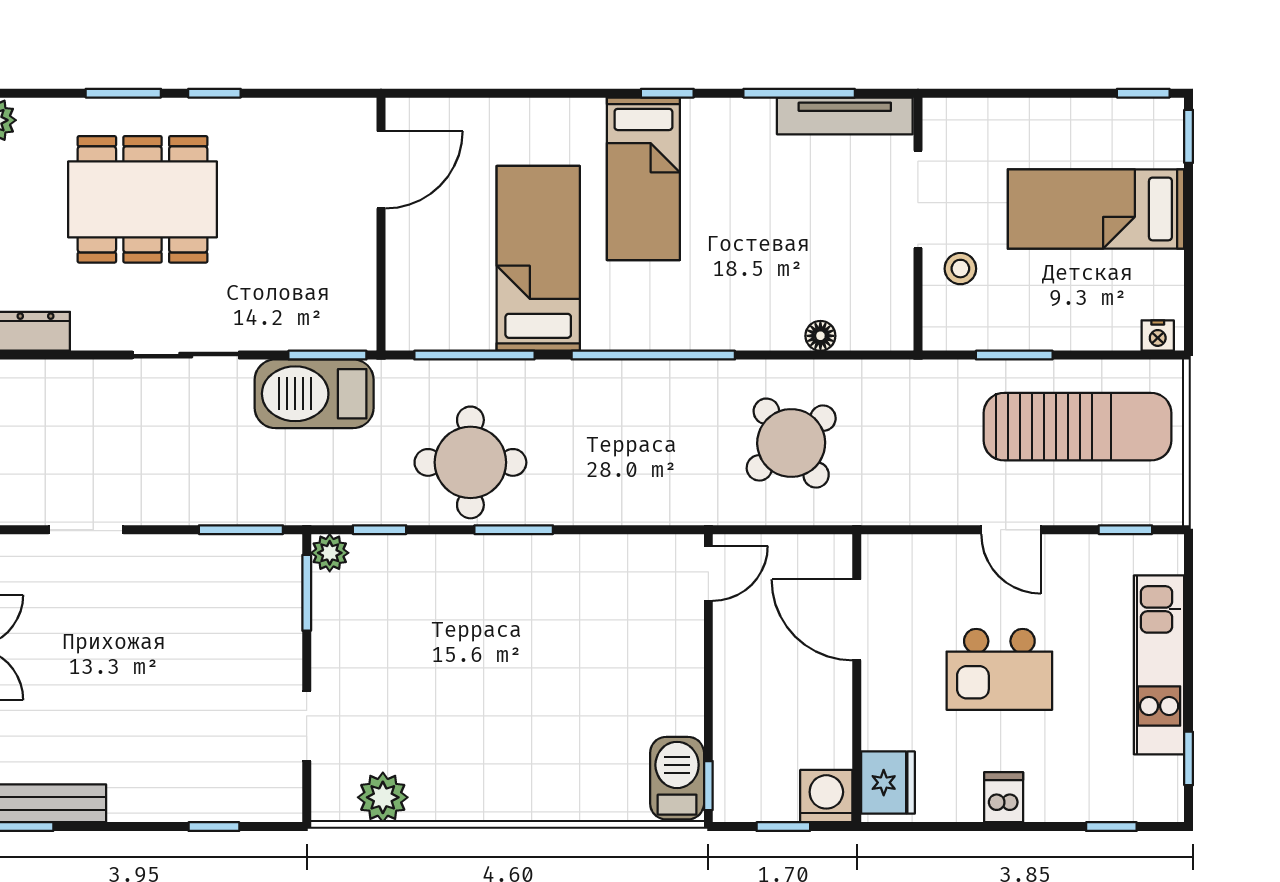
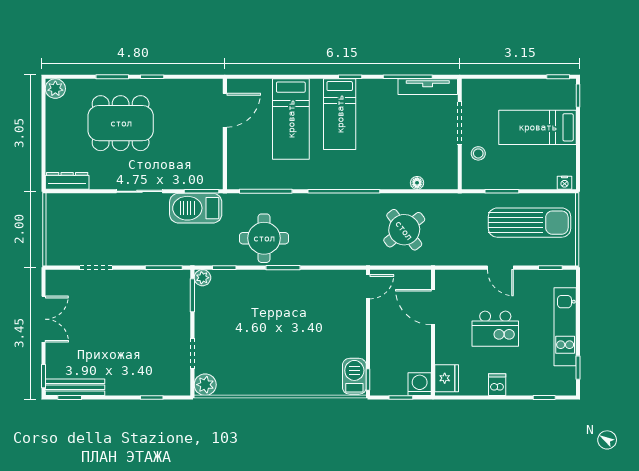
bed: (538, 258) -> (291, 119), moved, turned 180
plant: (383, 797) -> (205, 385), moved

